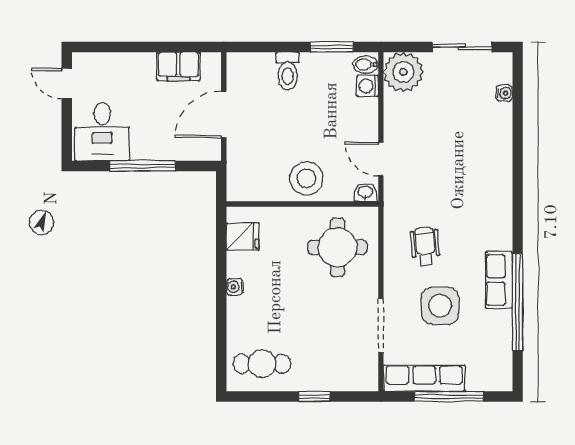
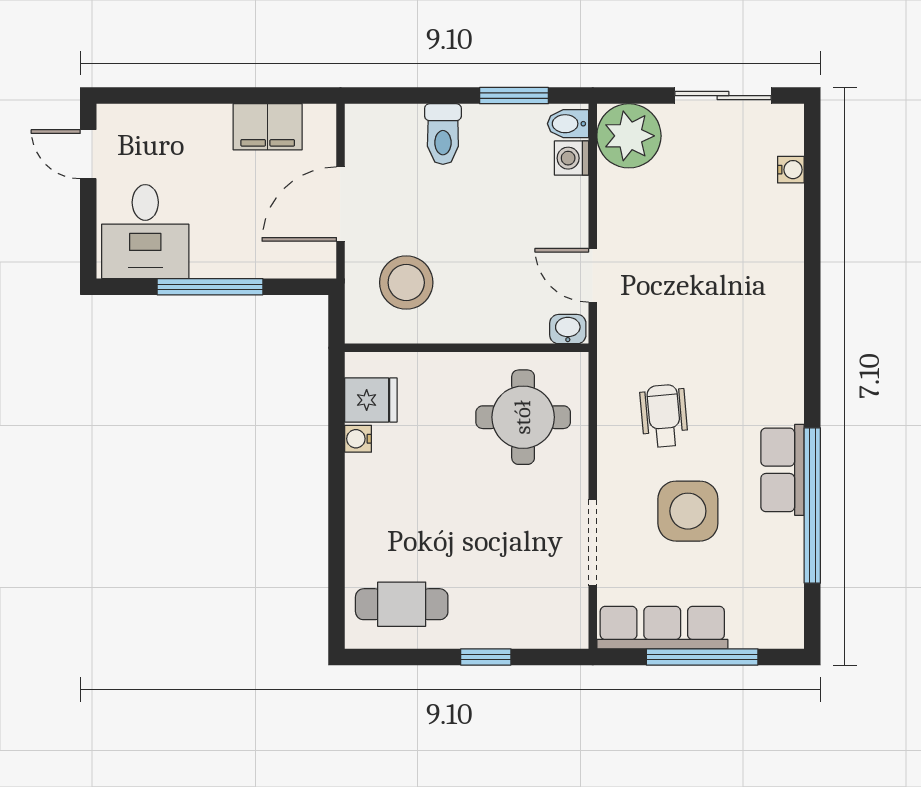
stool: (306, 178) -> (406, 283), moved
water cooler: (235, 287) -> (358, 439), moved

